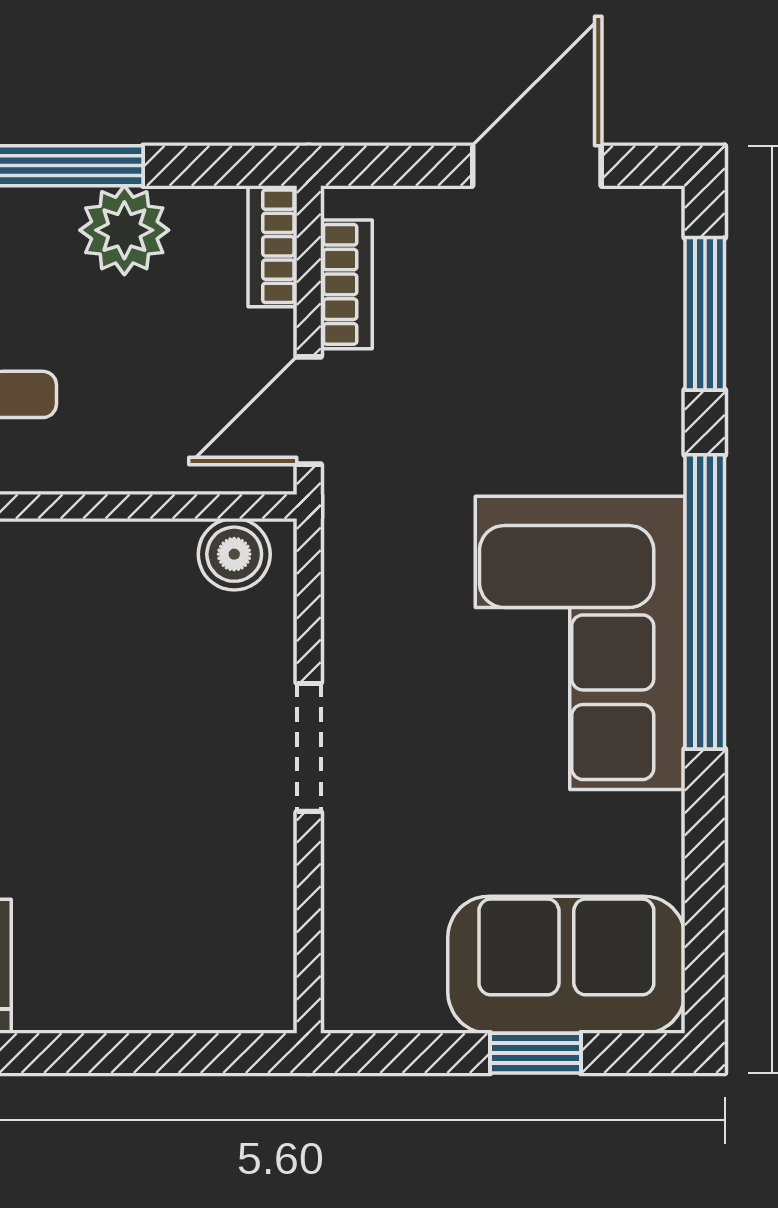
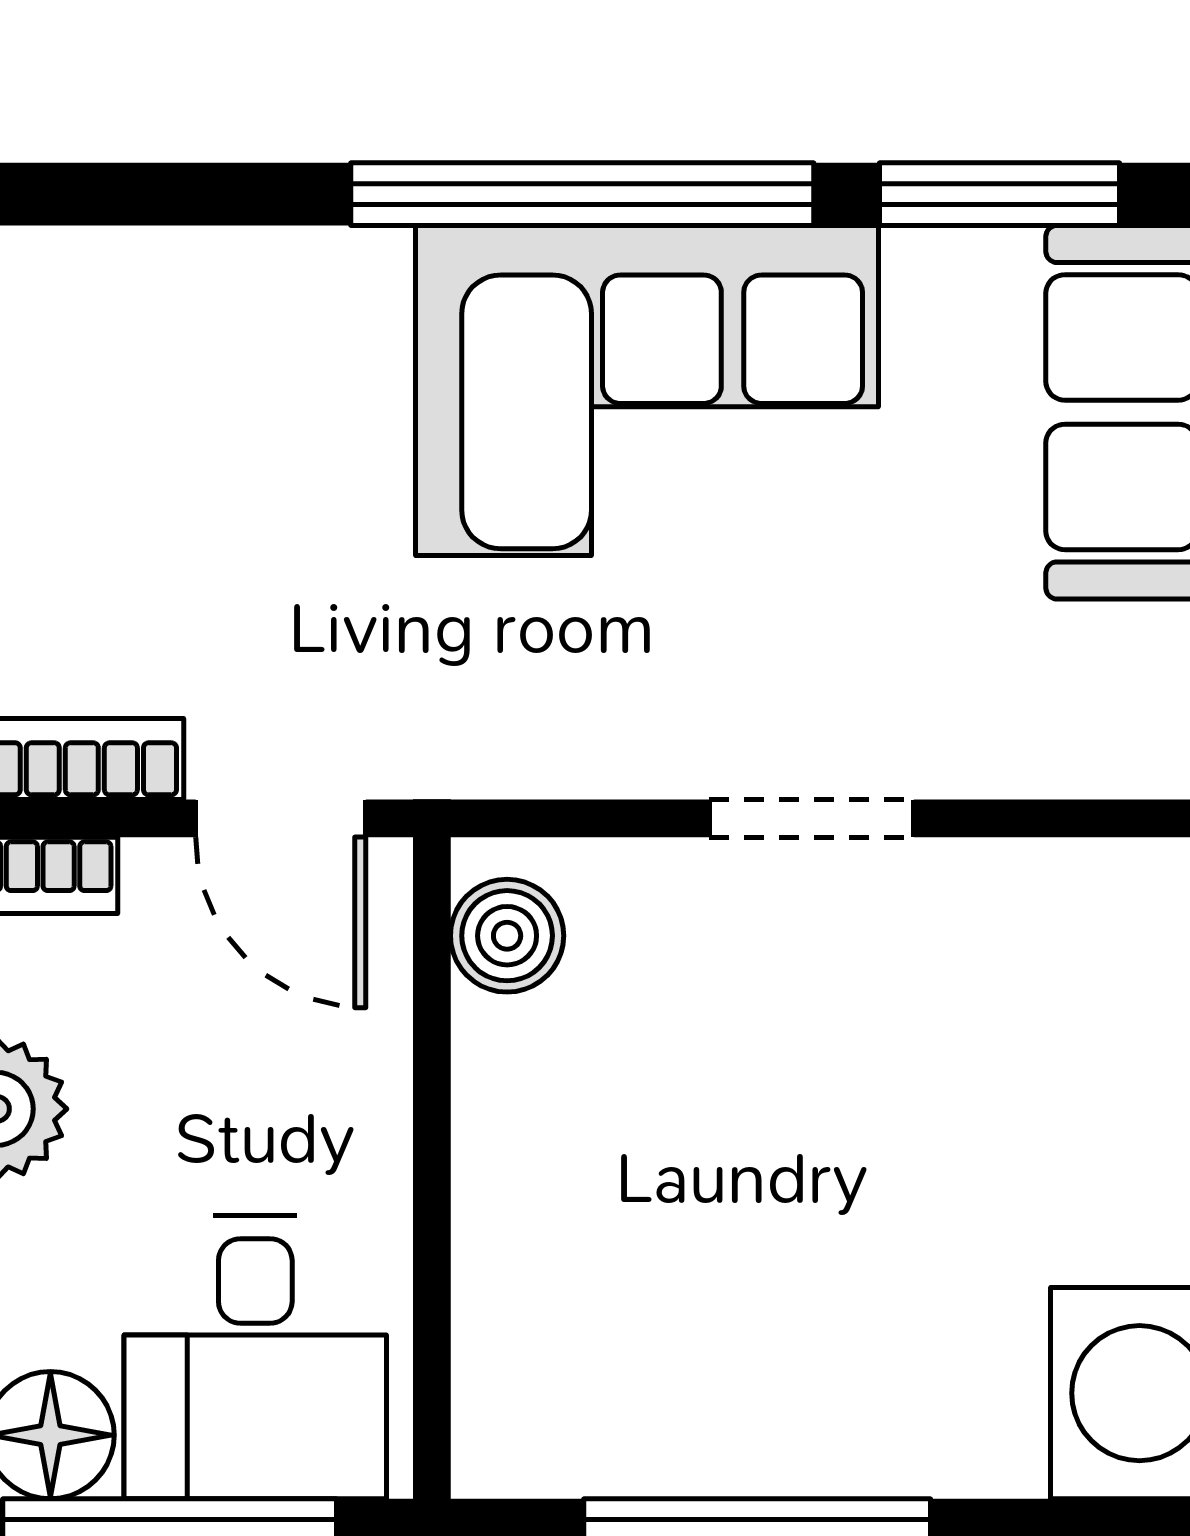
window: (705, 314) -> (999, 194), moved

